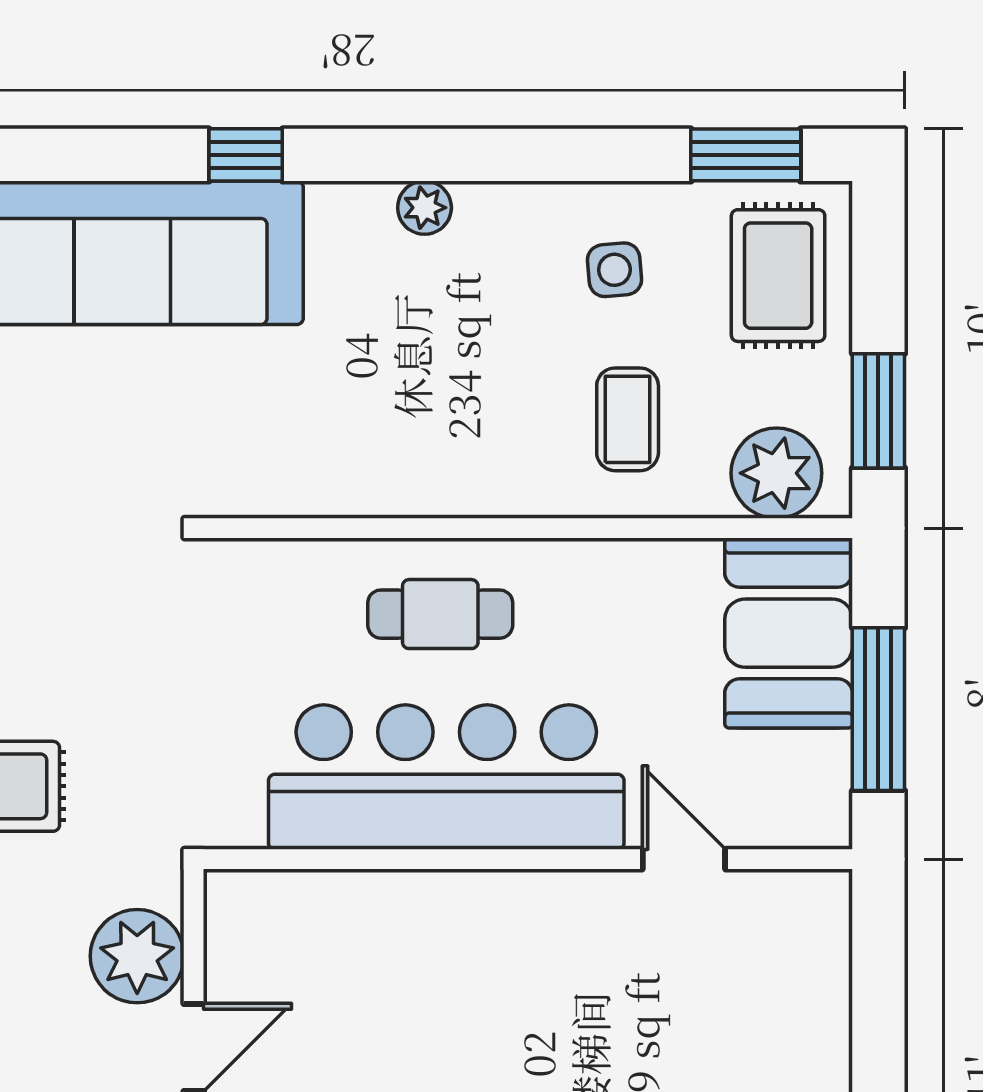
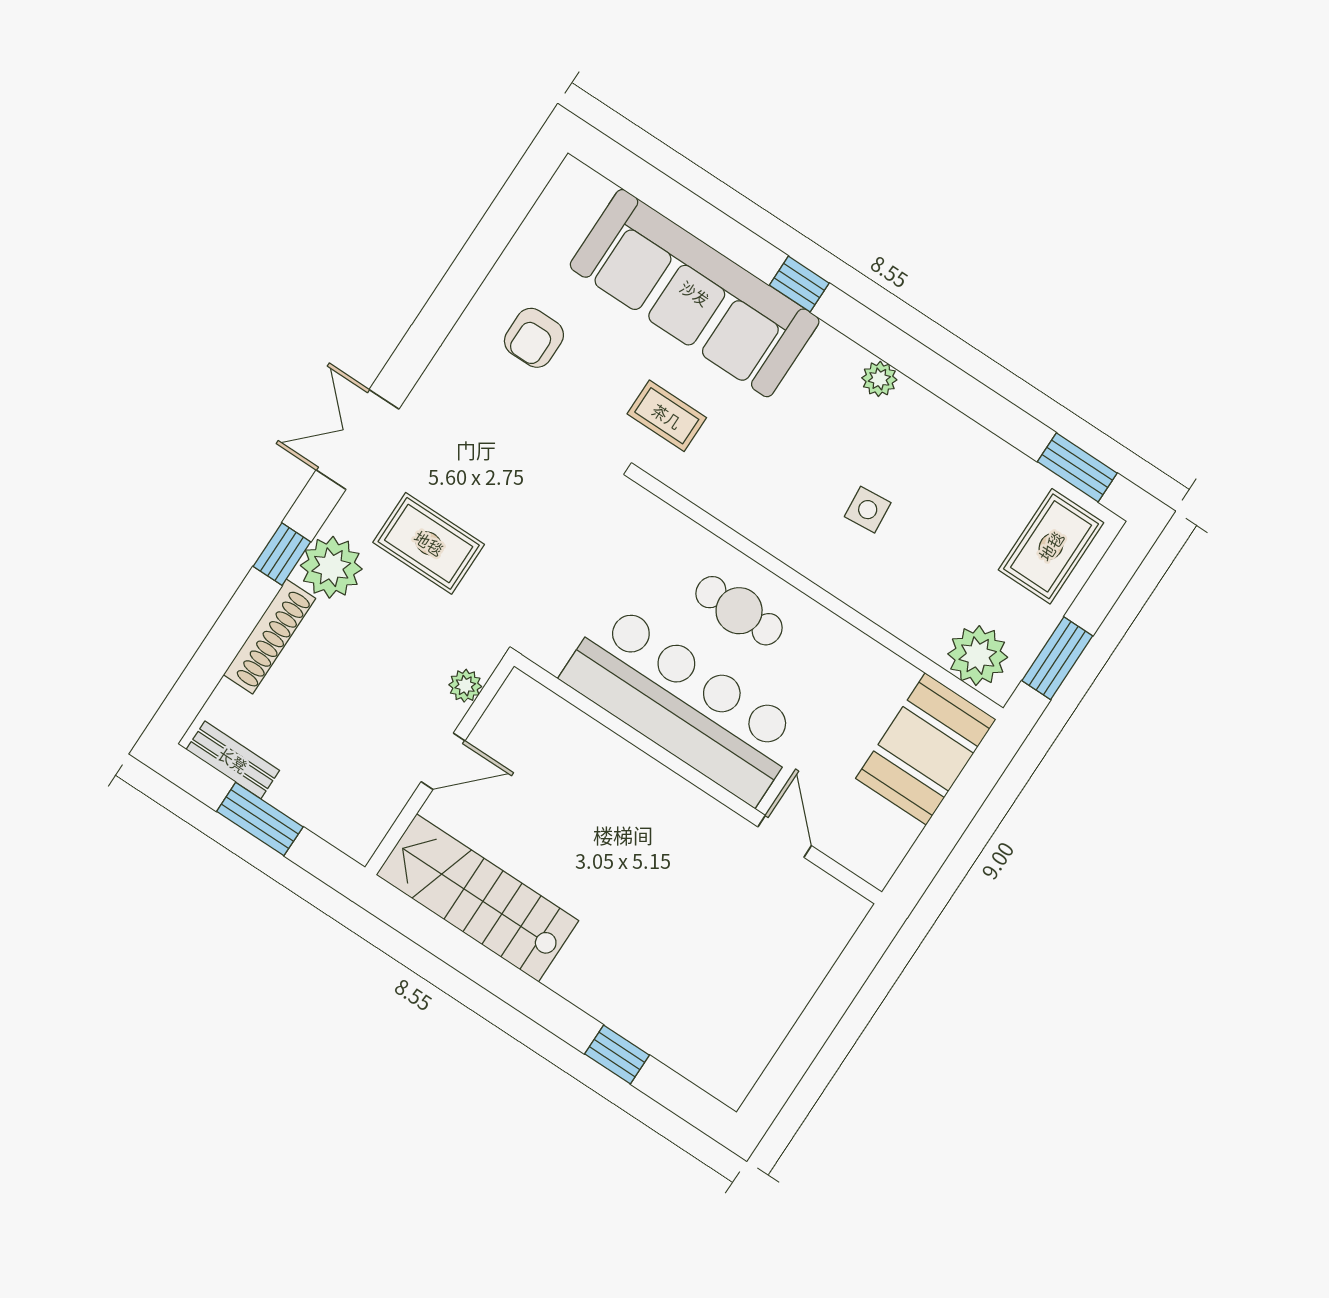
side table: (614, 270) -> (868, 510), moved
coffee table: (628, 419) -> (667, 416), moved, turned 90
window: (878, 709) -> (948, 824), removed
plant: (137, 956) -> (465, 686), width x0.53, depth x0.53

